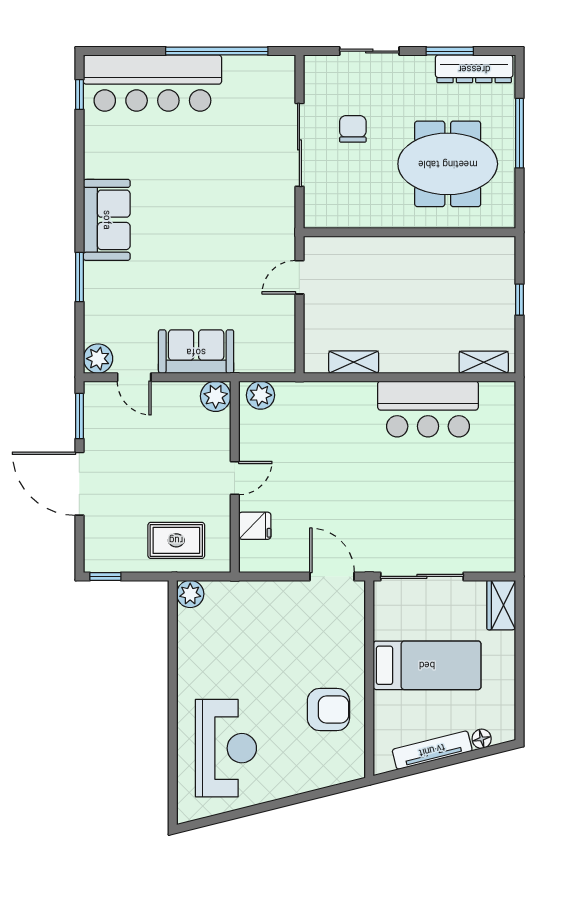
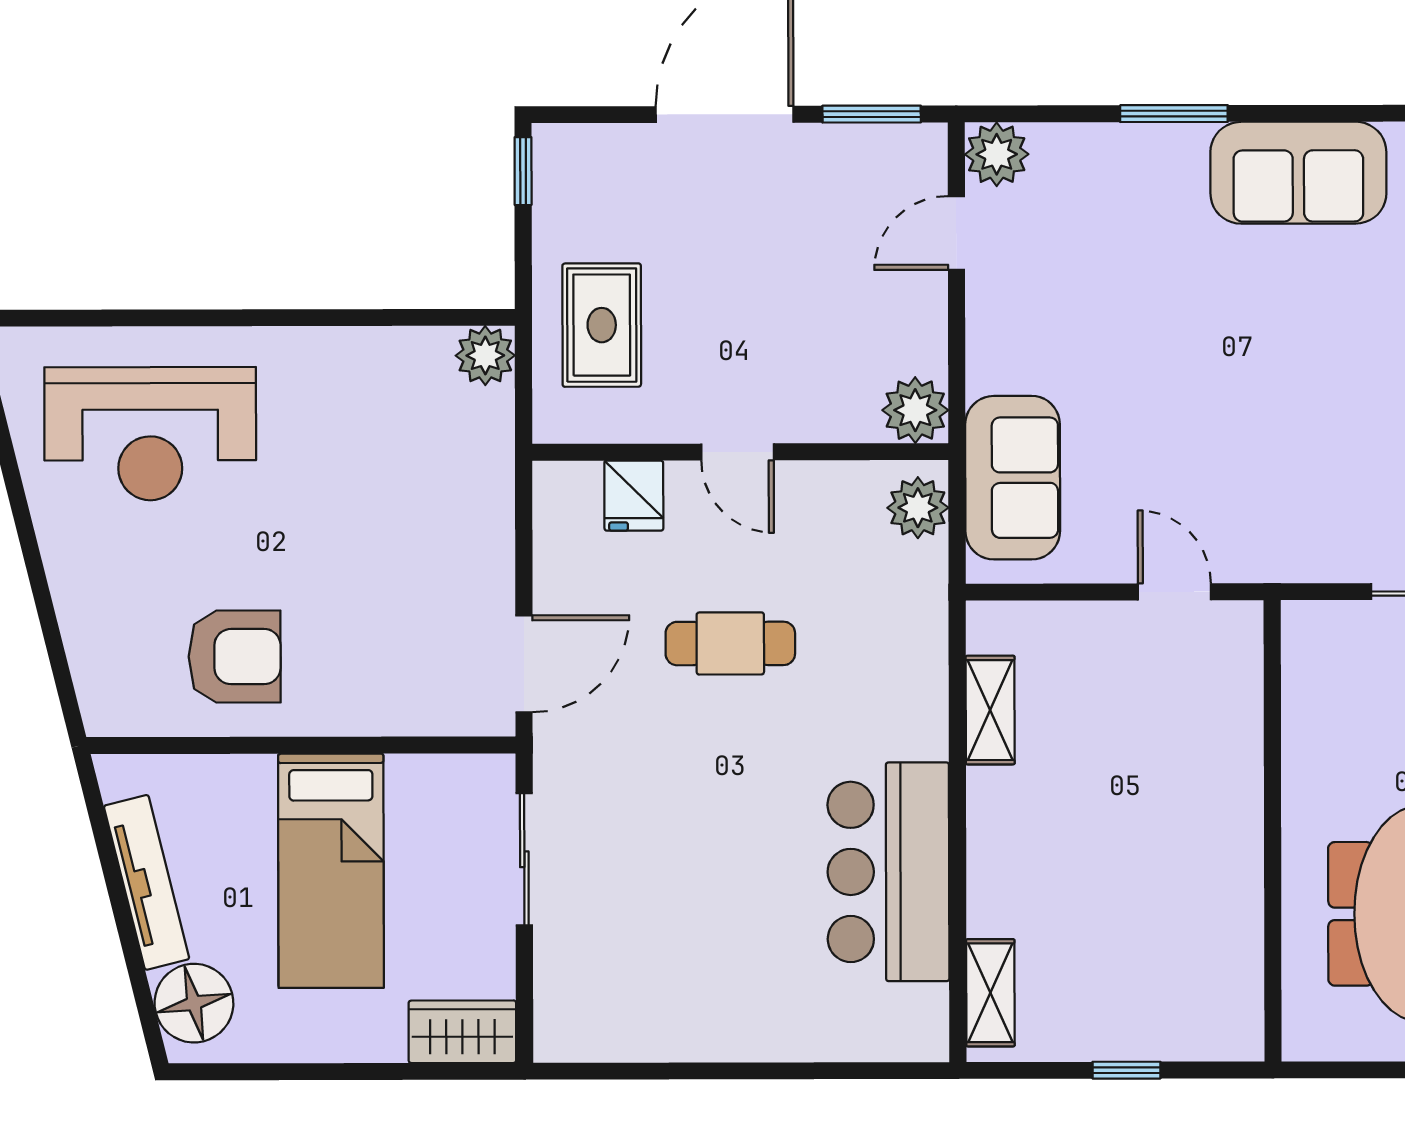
sofa: (196, 352) -> (1013, 478), moved
cafe table: (323, 481) -> (730, 643), added
sliding door: (422, 576) -> (524, 859), width x0.73
armchair: (328, 709) -> (235, 657), turned -90
floor lamp: (482, 739) -> (194, 1003), width x1.89, depth x1.89

